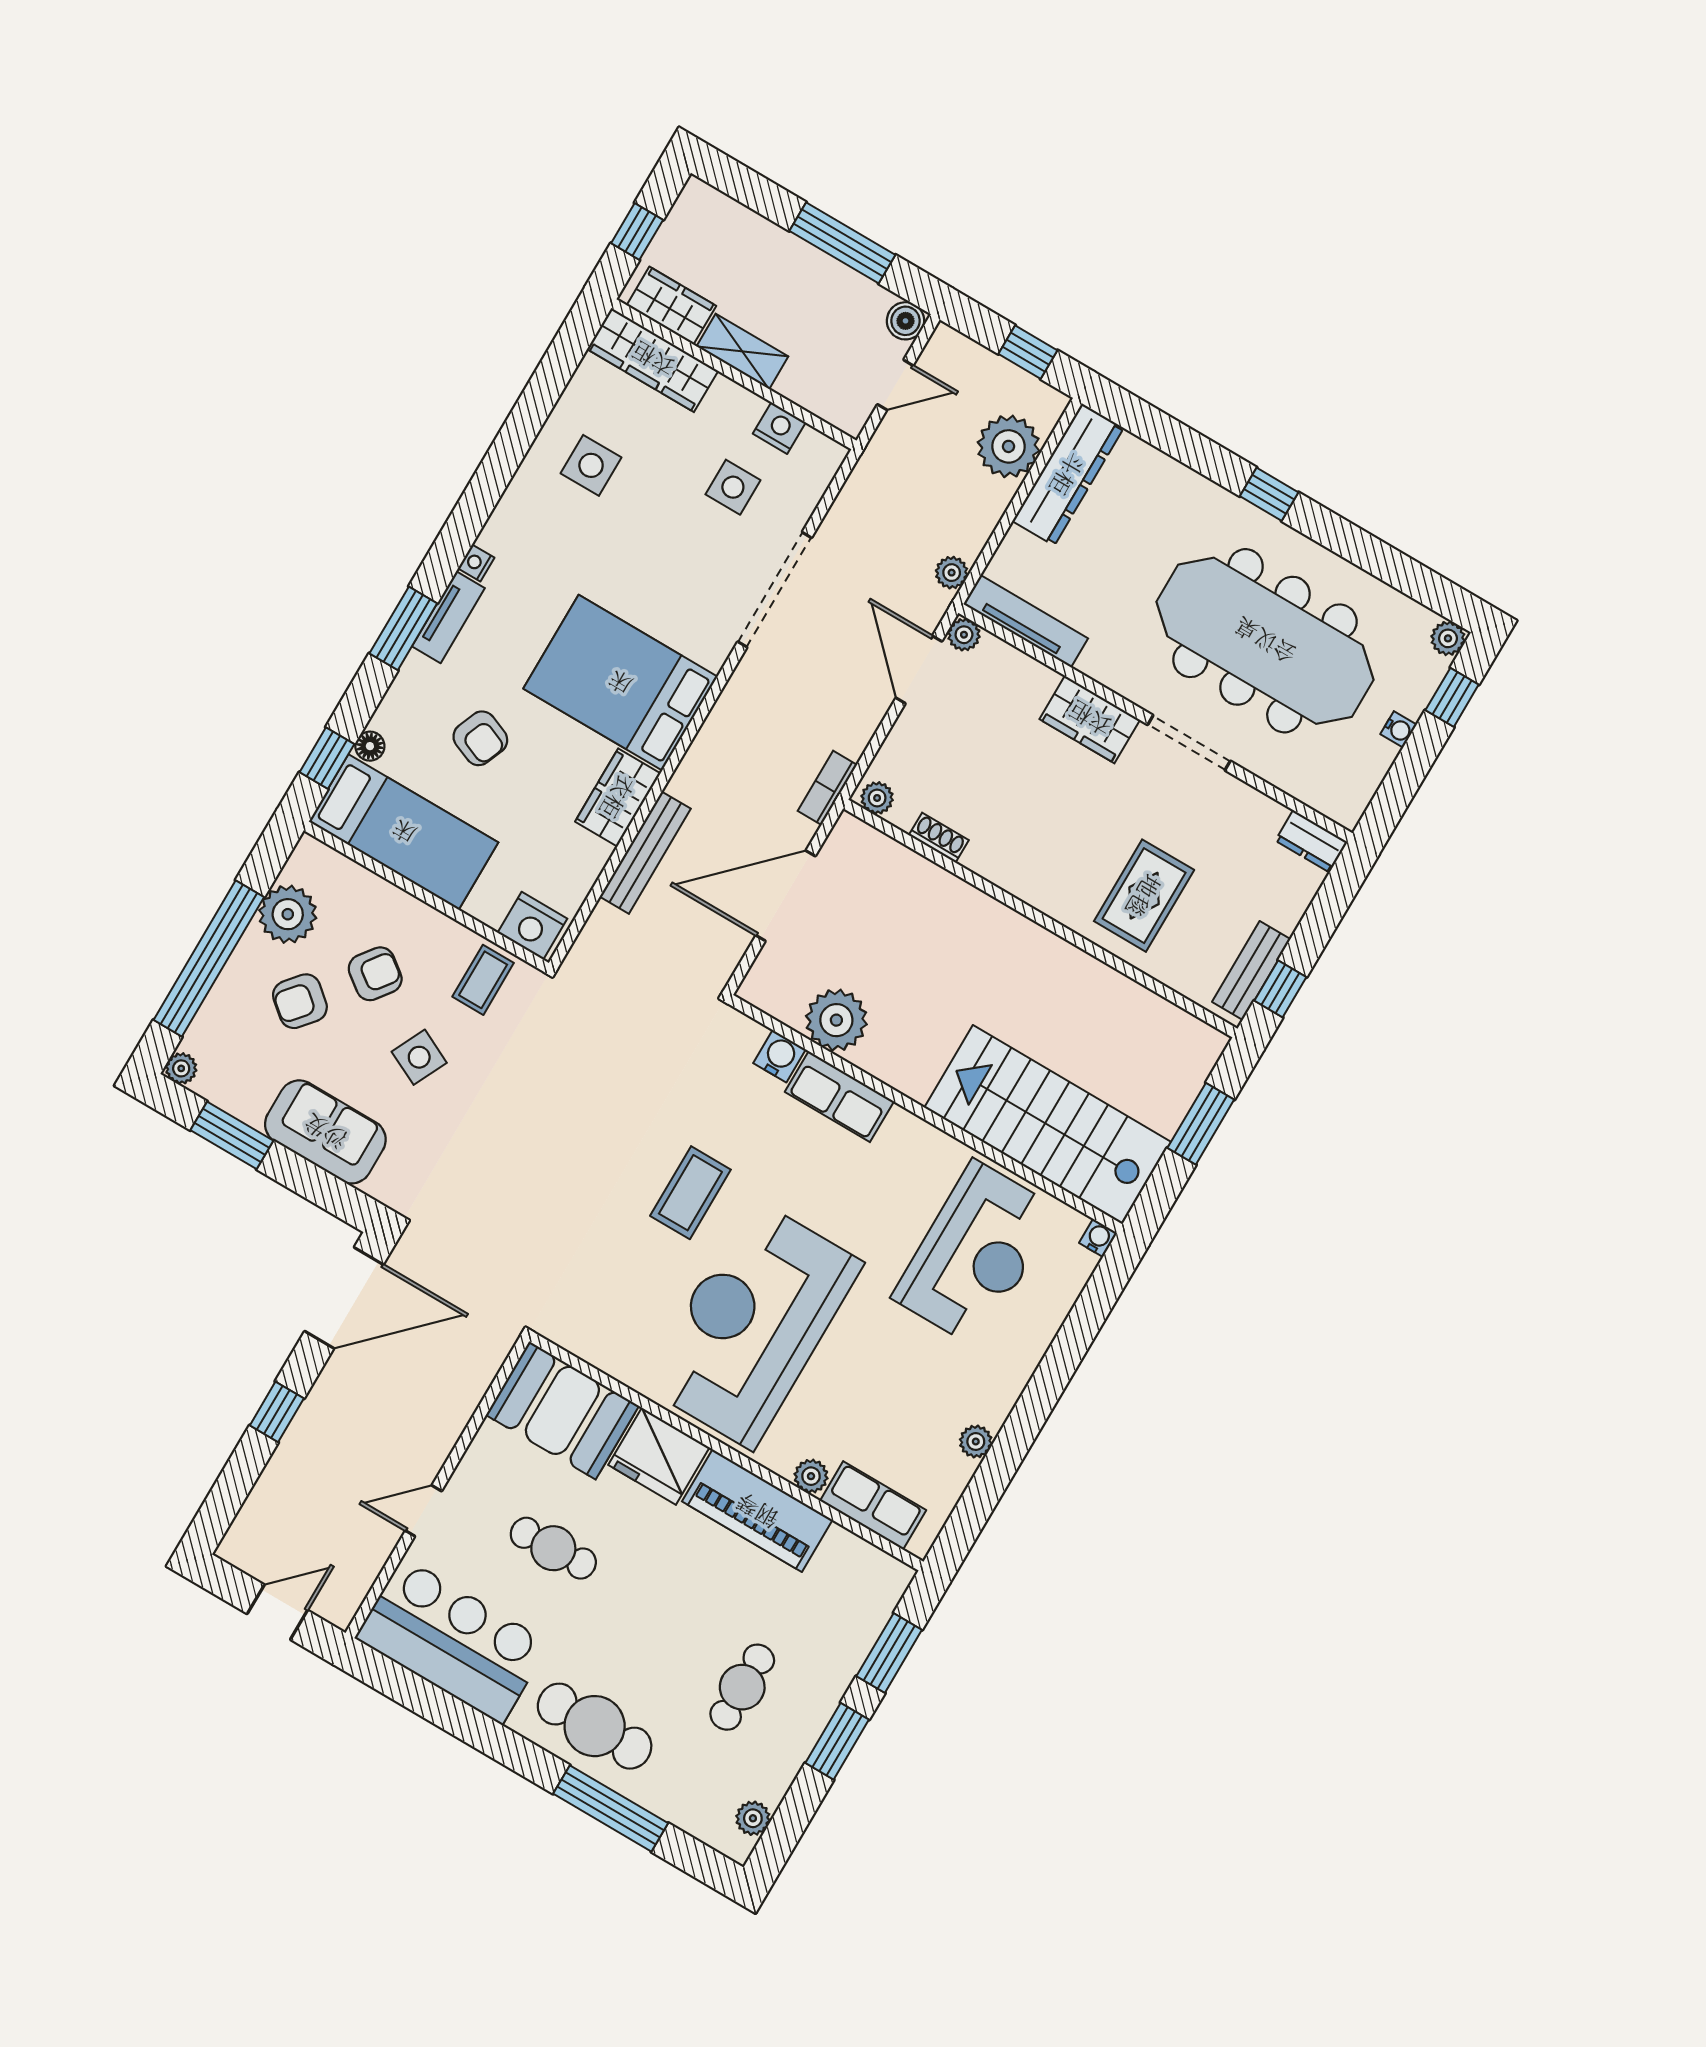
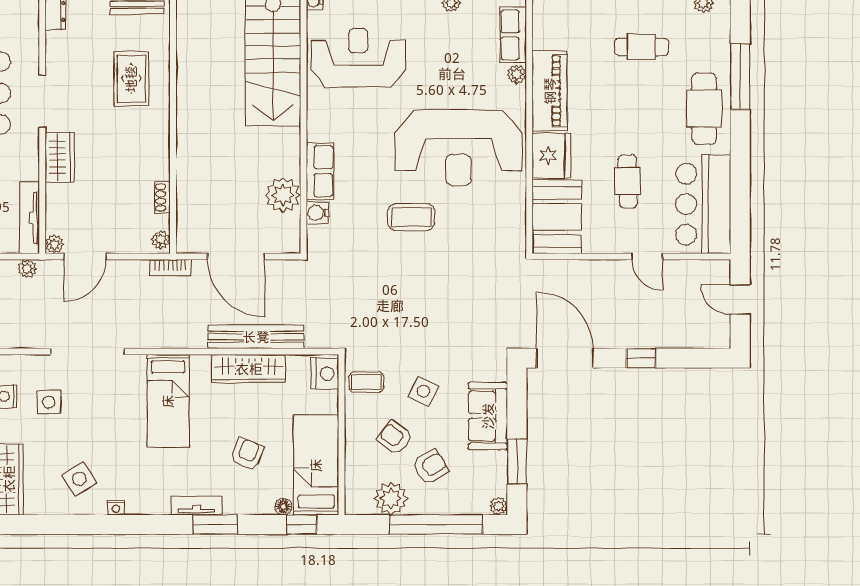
side table: (591, 465) -> (79, 479), turned -32
nightstand: (476, 563) -> (116, 507), moved
bed: (620, 683) -> (168, 401), width x0.67
wardrobe: (618, 797) -> (249, 369), width x1.50
bench: (645, 853) -> (256, 337), width x1.37, depth x1.21
rug: (1144, 896) -> (131, 79), turned 90
armchair: (300, 1001) -> (430, 467), turned -72

